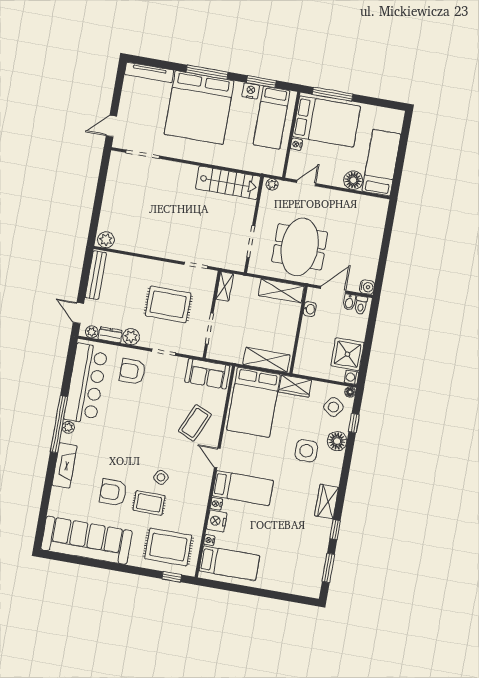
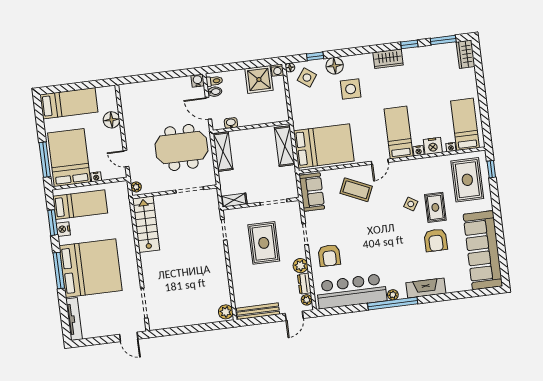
bed: (381, 163) -> (69, 103), moved, turned 180
wardrobe: (295, 386) -> (466, 54), moved, turned 180

